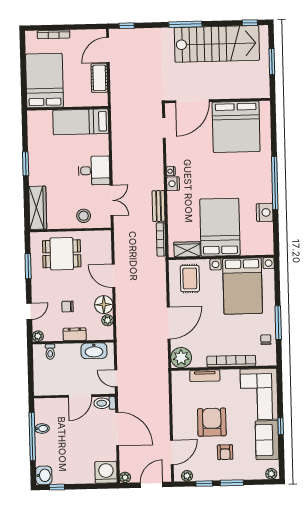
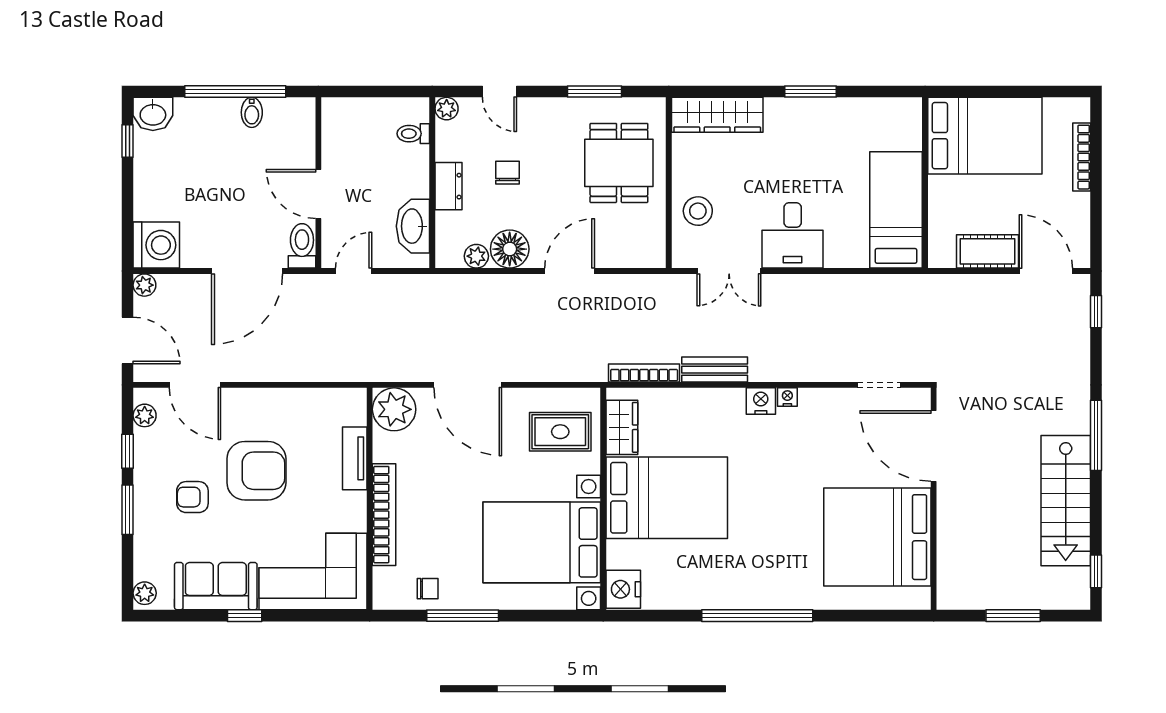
stairs: (217, 44) -> (1066, 501), width x0.73, depth x0.66
nightstand: (265, 212) -> (623, 589), moved, turned 90

